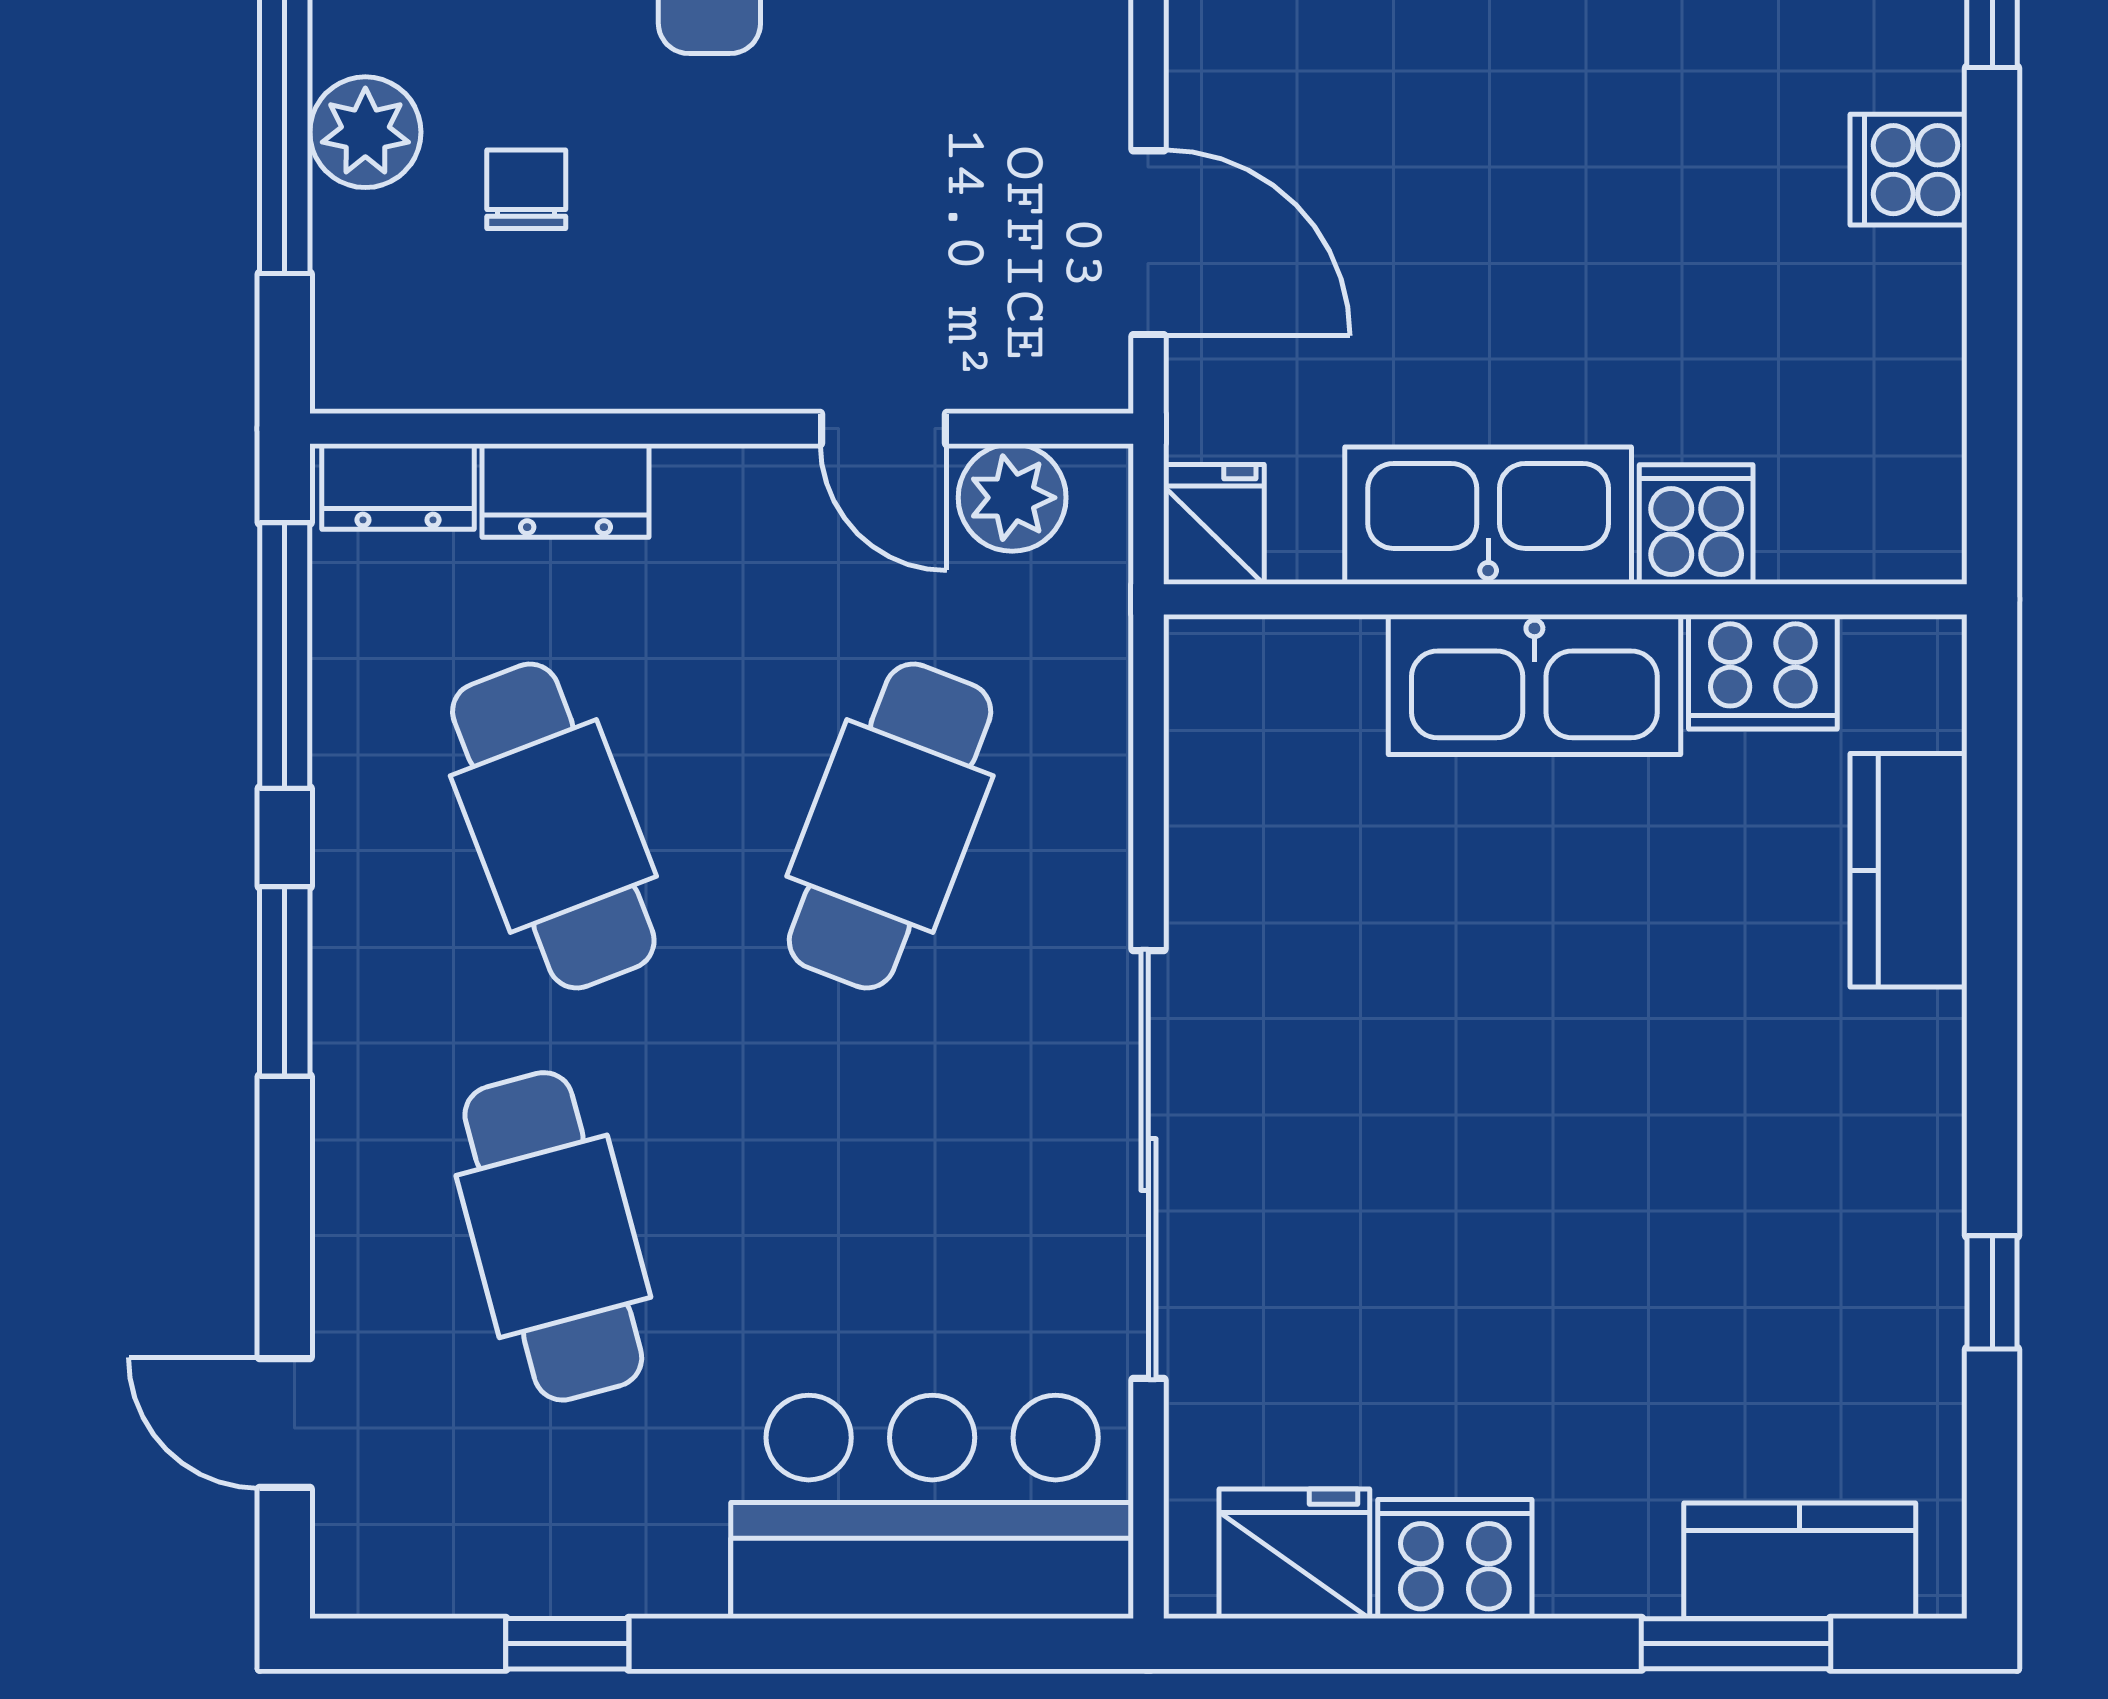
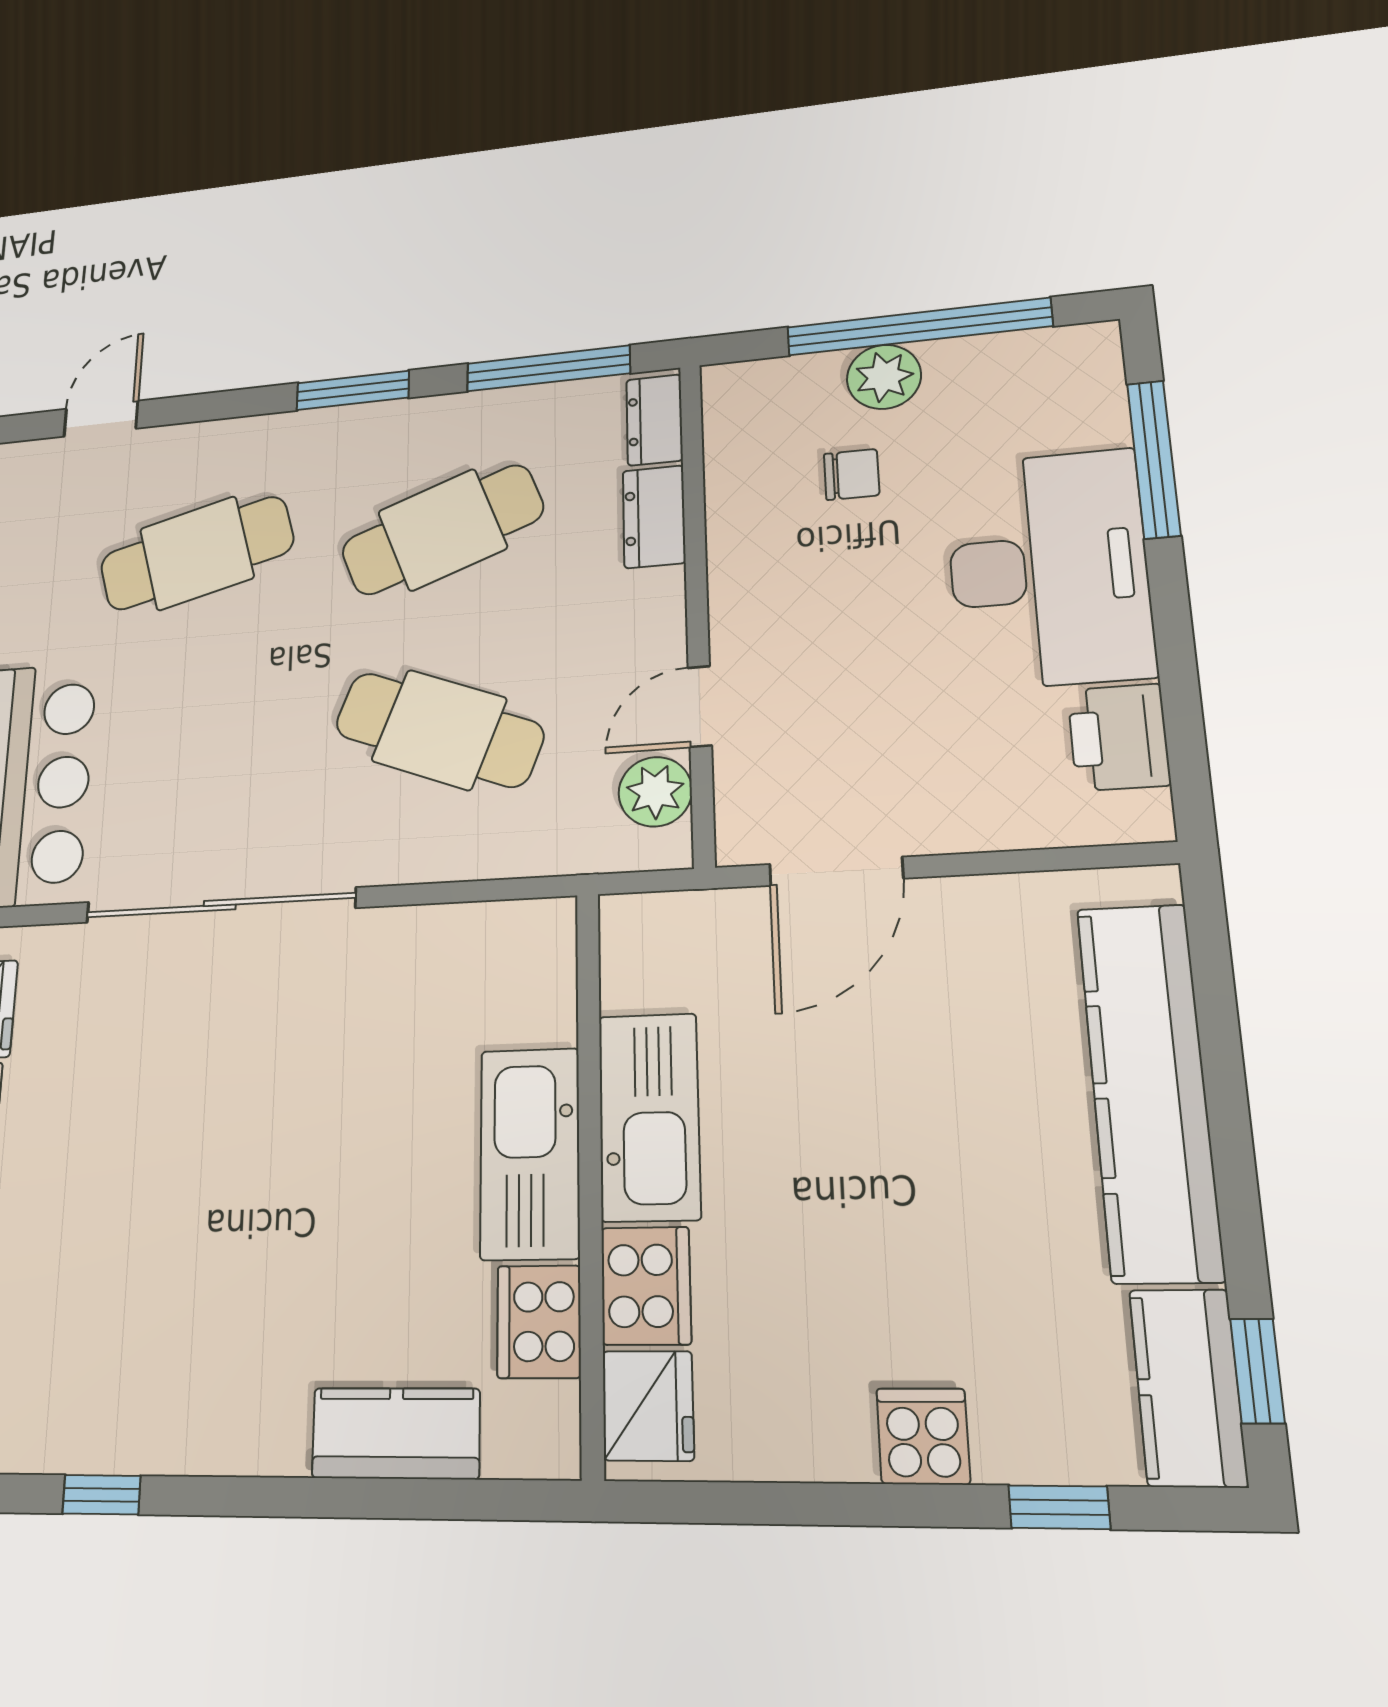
fridge: (1214, 524) -> (648, 1406), moved, width x1.38
cooker: (1696, 524) -> (646, 1286), width x1.36

